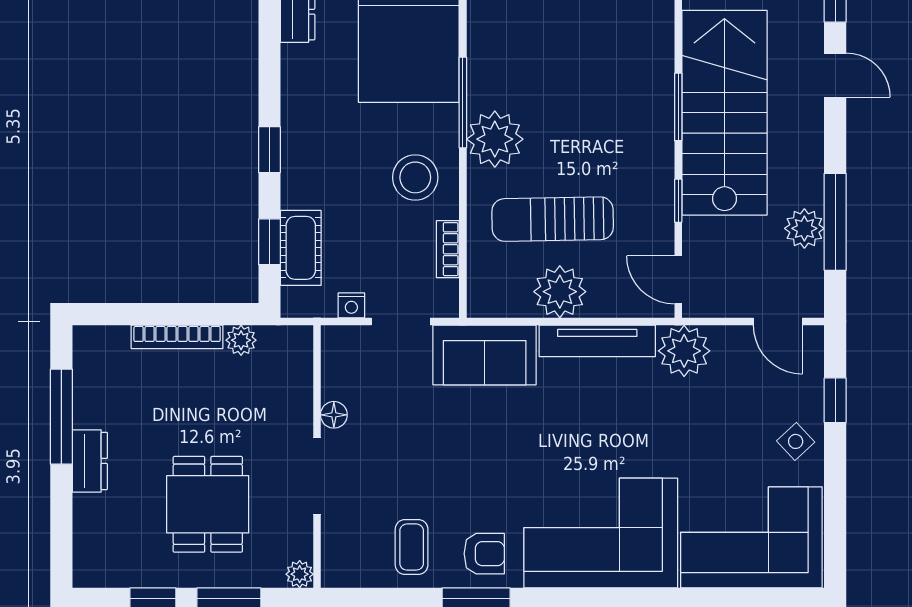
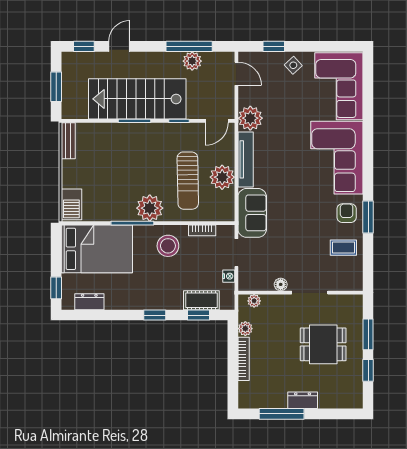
door: (778, 321) -> (236, 74), hinge flipped
plant: (300, 574) -> (254, 301), moved

